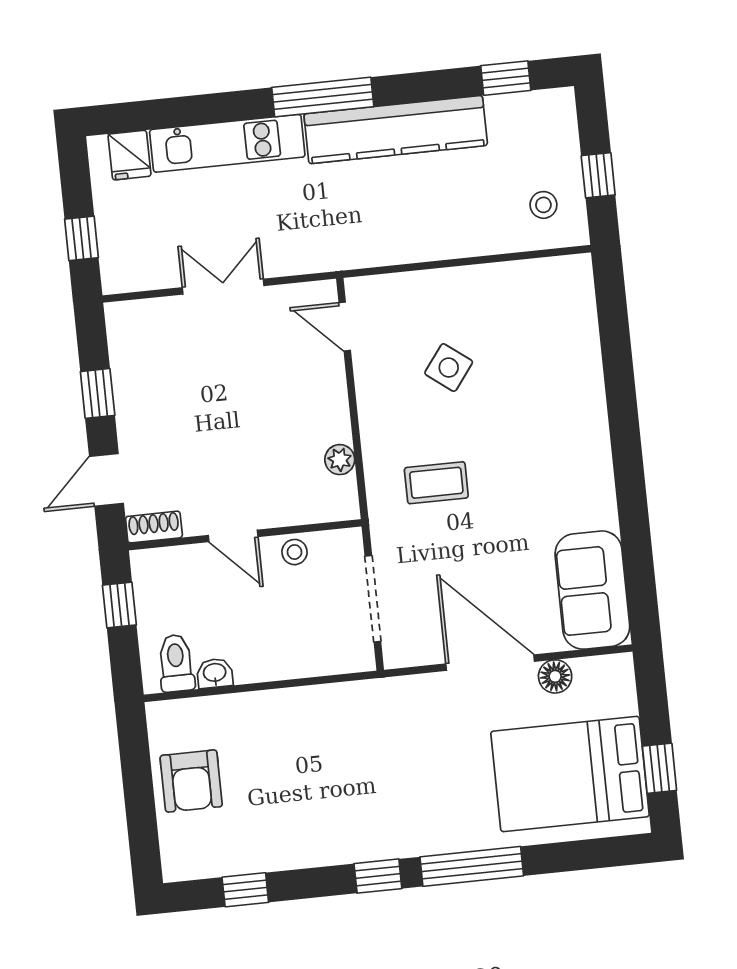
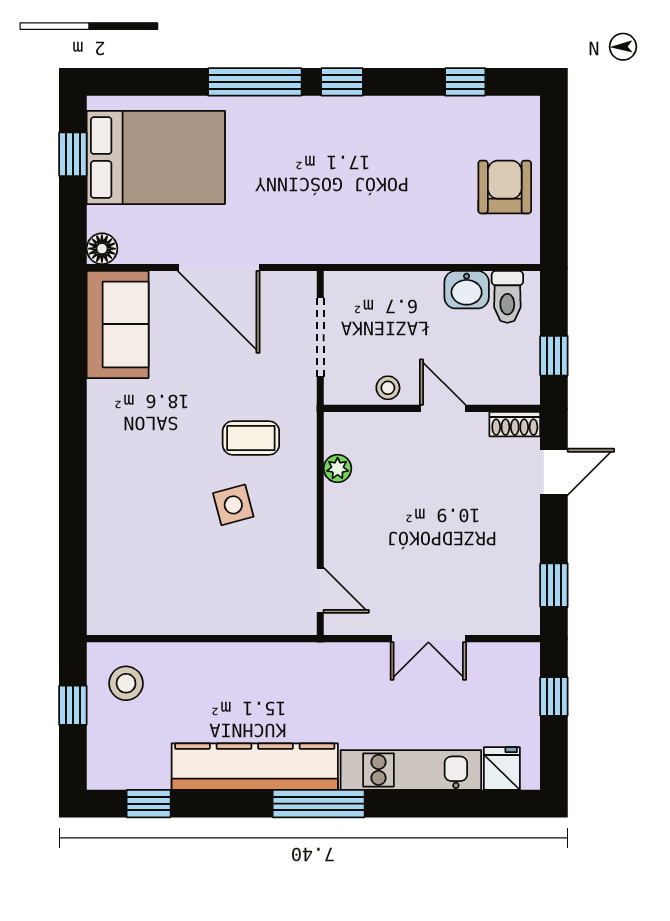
stool: (543, 205) -> (126, 683), width x1.37, depth x1.37
side table: (449, 368) -> (233, 505), moved, turned 38
window: (98, 393) -> (554, 585), moved
washbasin: (215, 673) -> (467, 290), width x1.38, depth x1.45
floor lamp: (555, 676) -> (102, 249), moved

